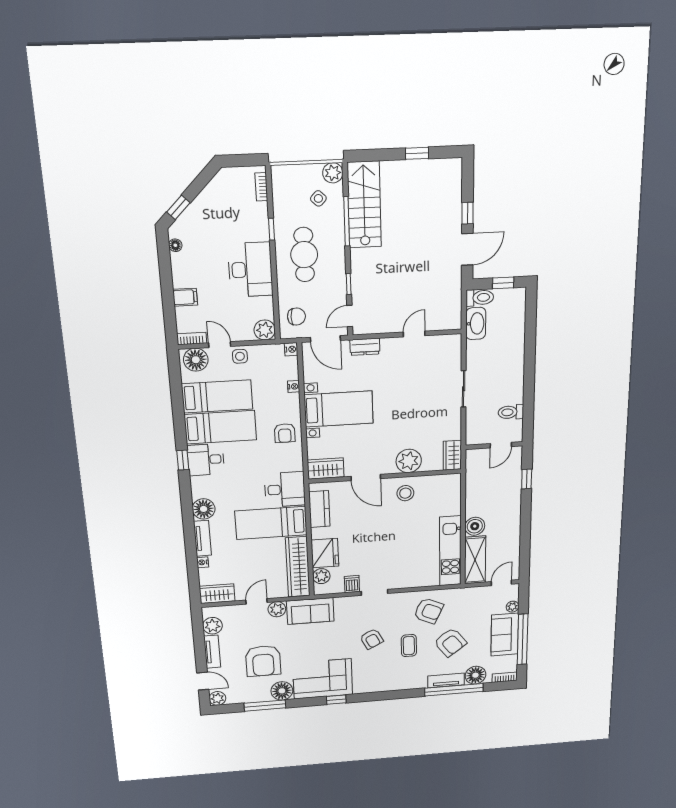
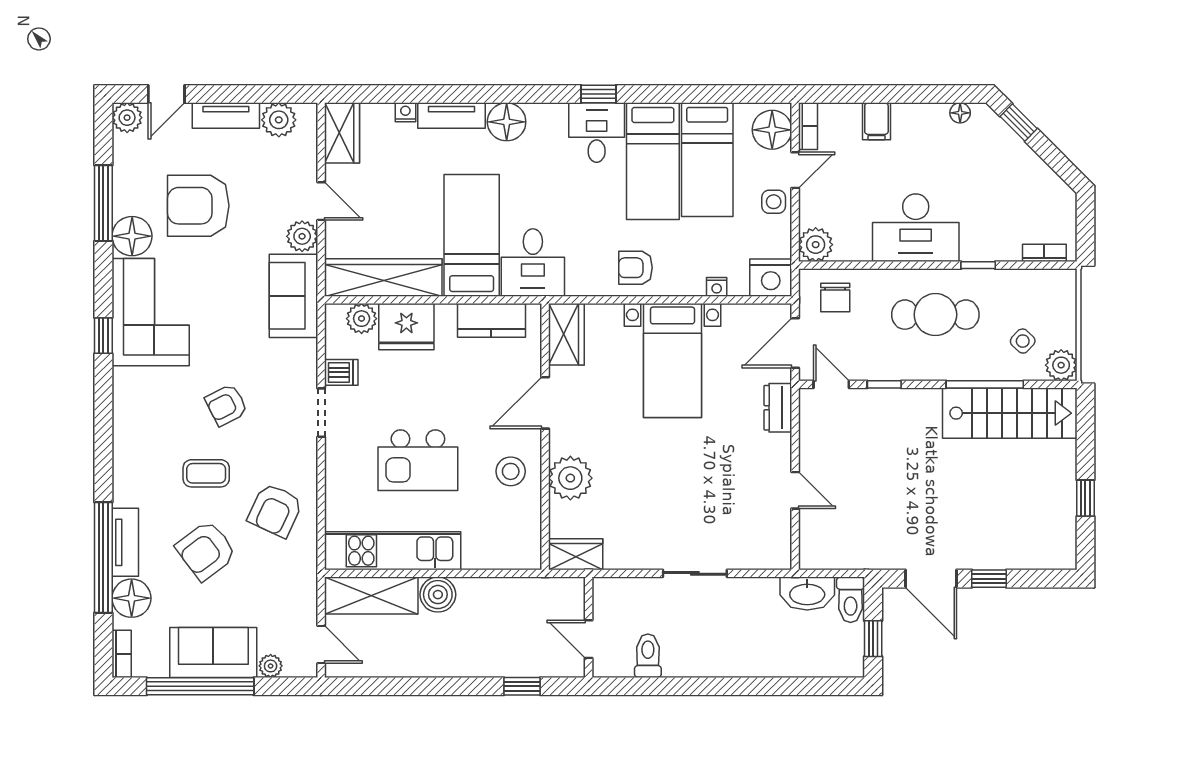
nightstand: (291, 349) -> (771, 278), width x1.89, depth x1.79
kitchen island: (400, 542) -> (418, 460), added

